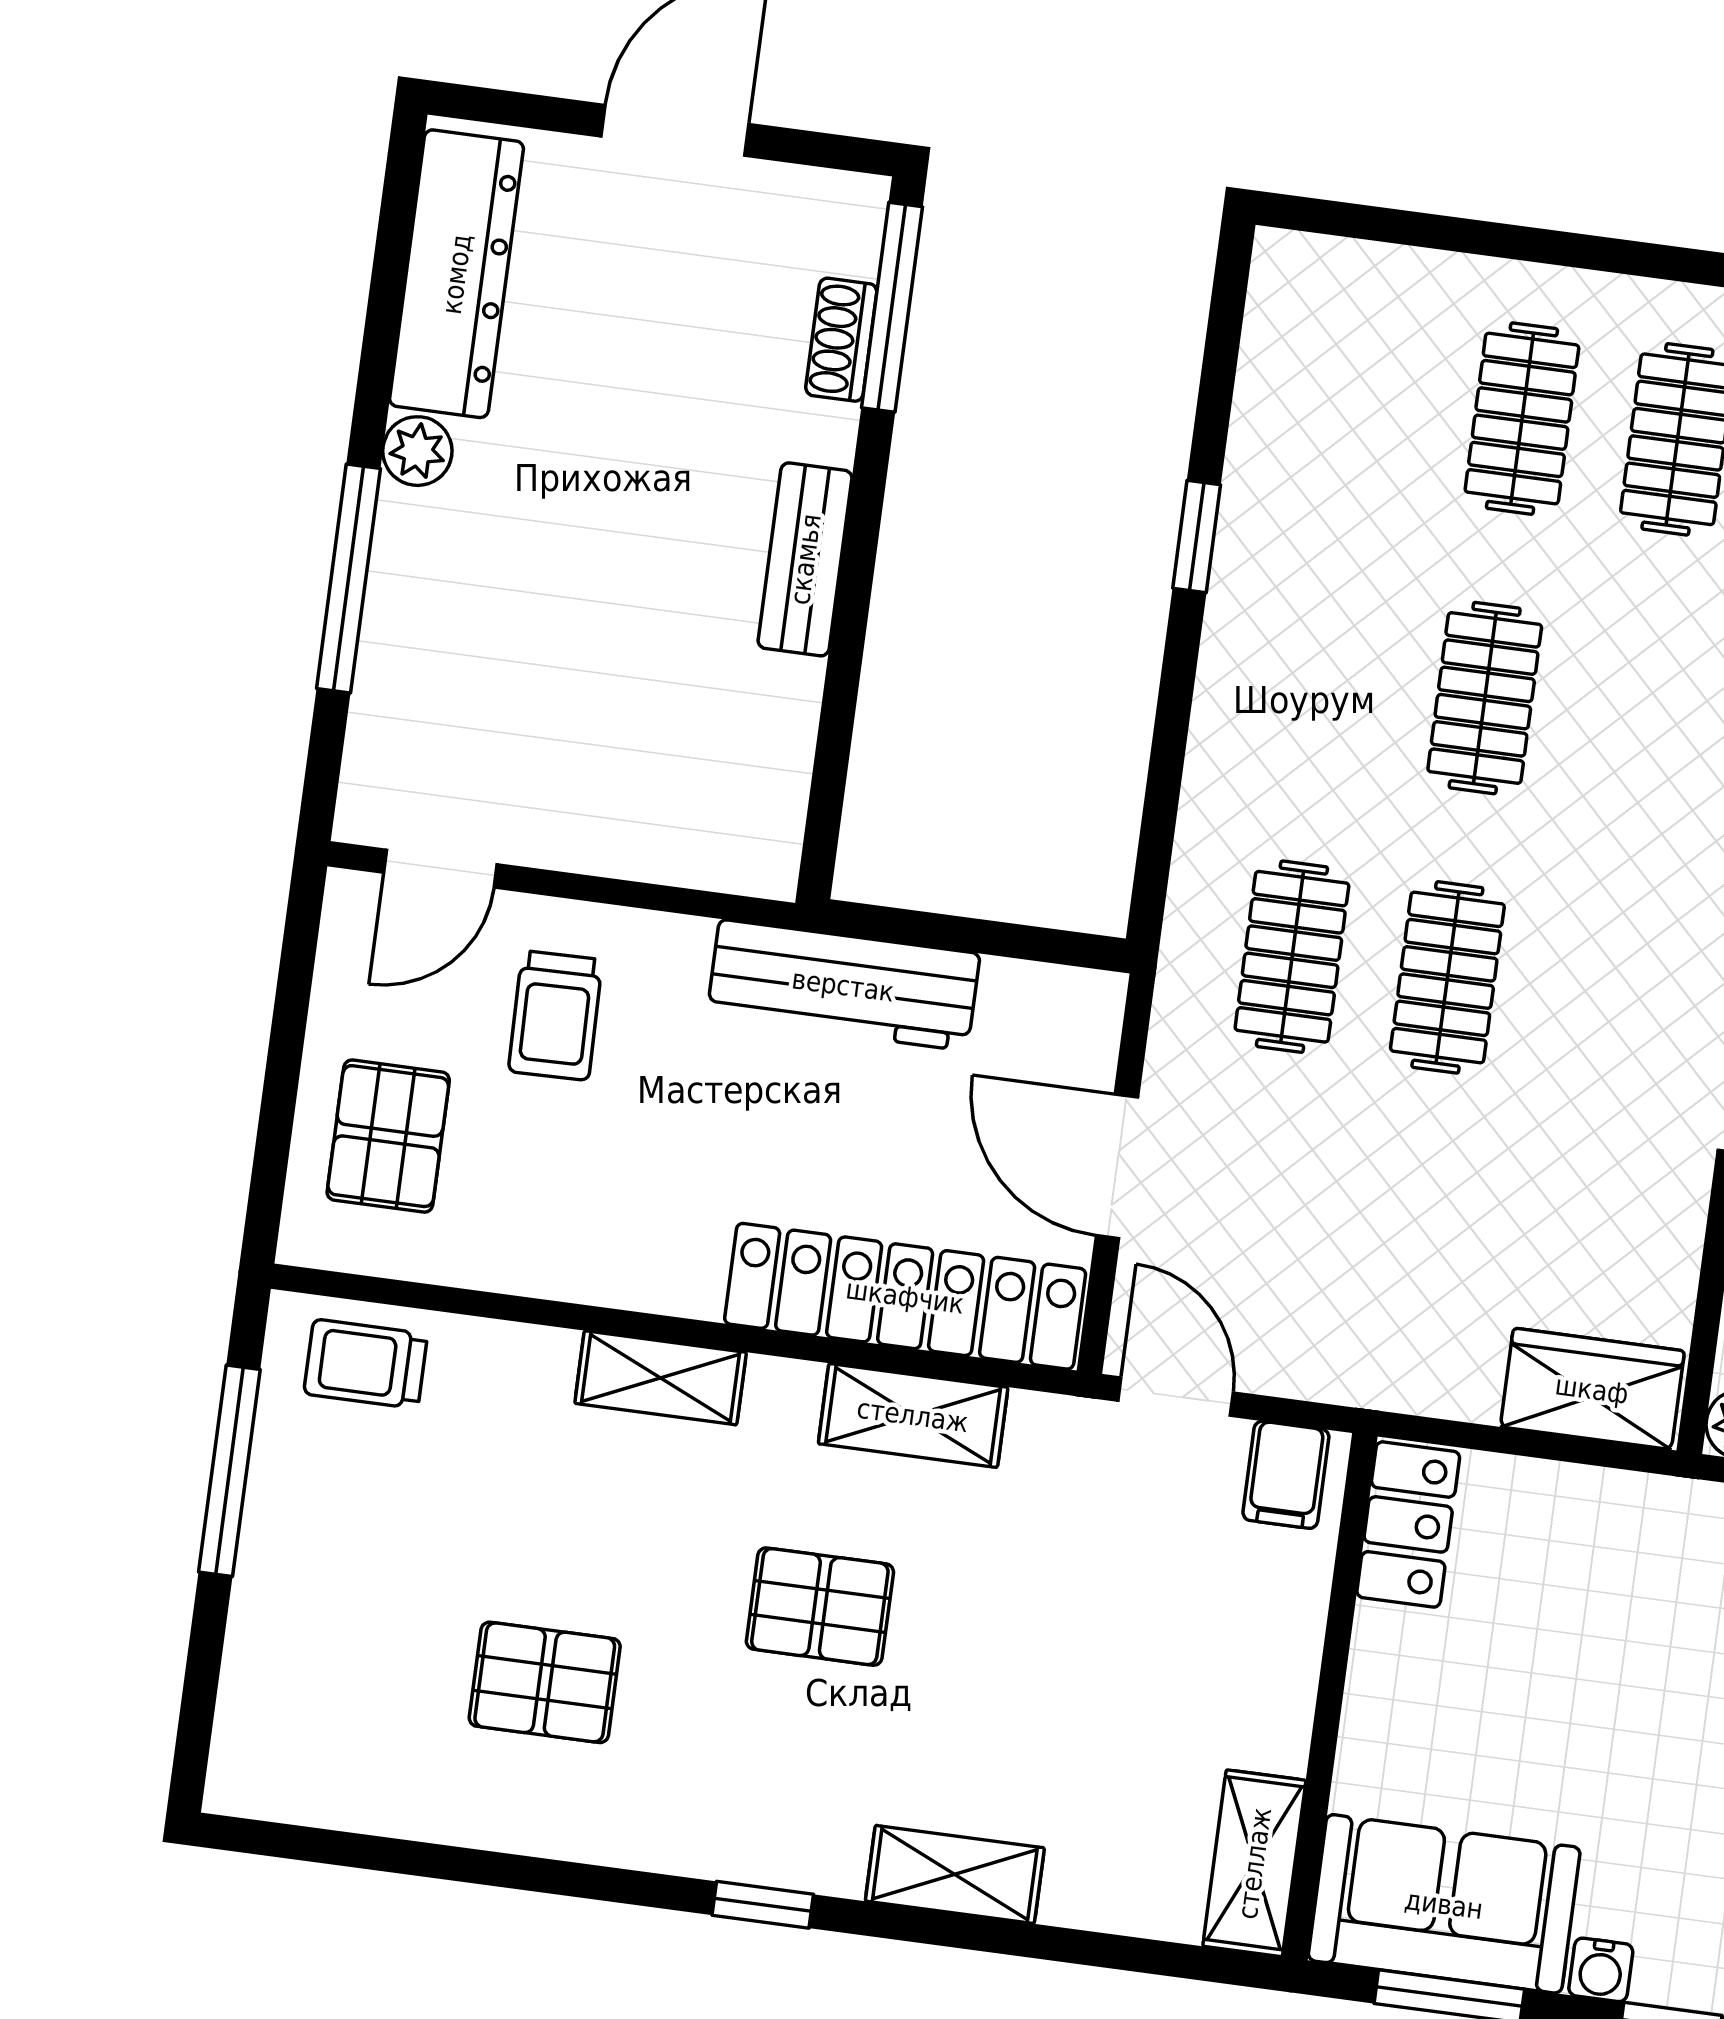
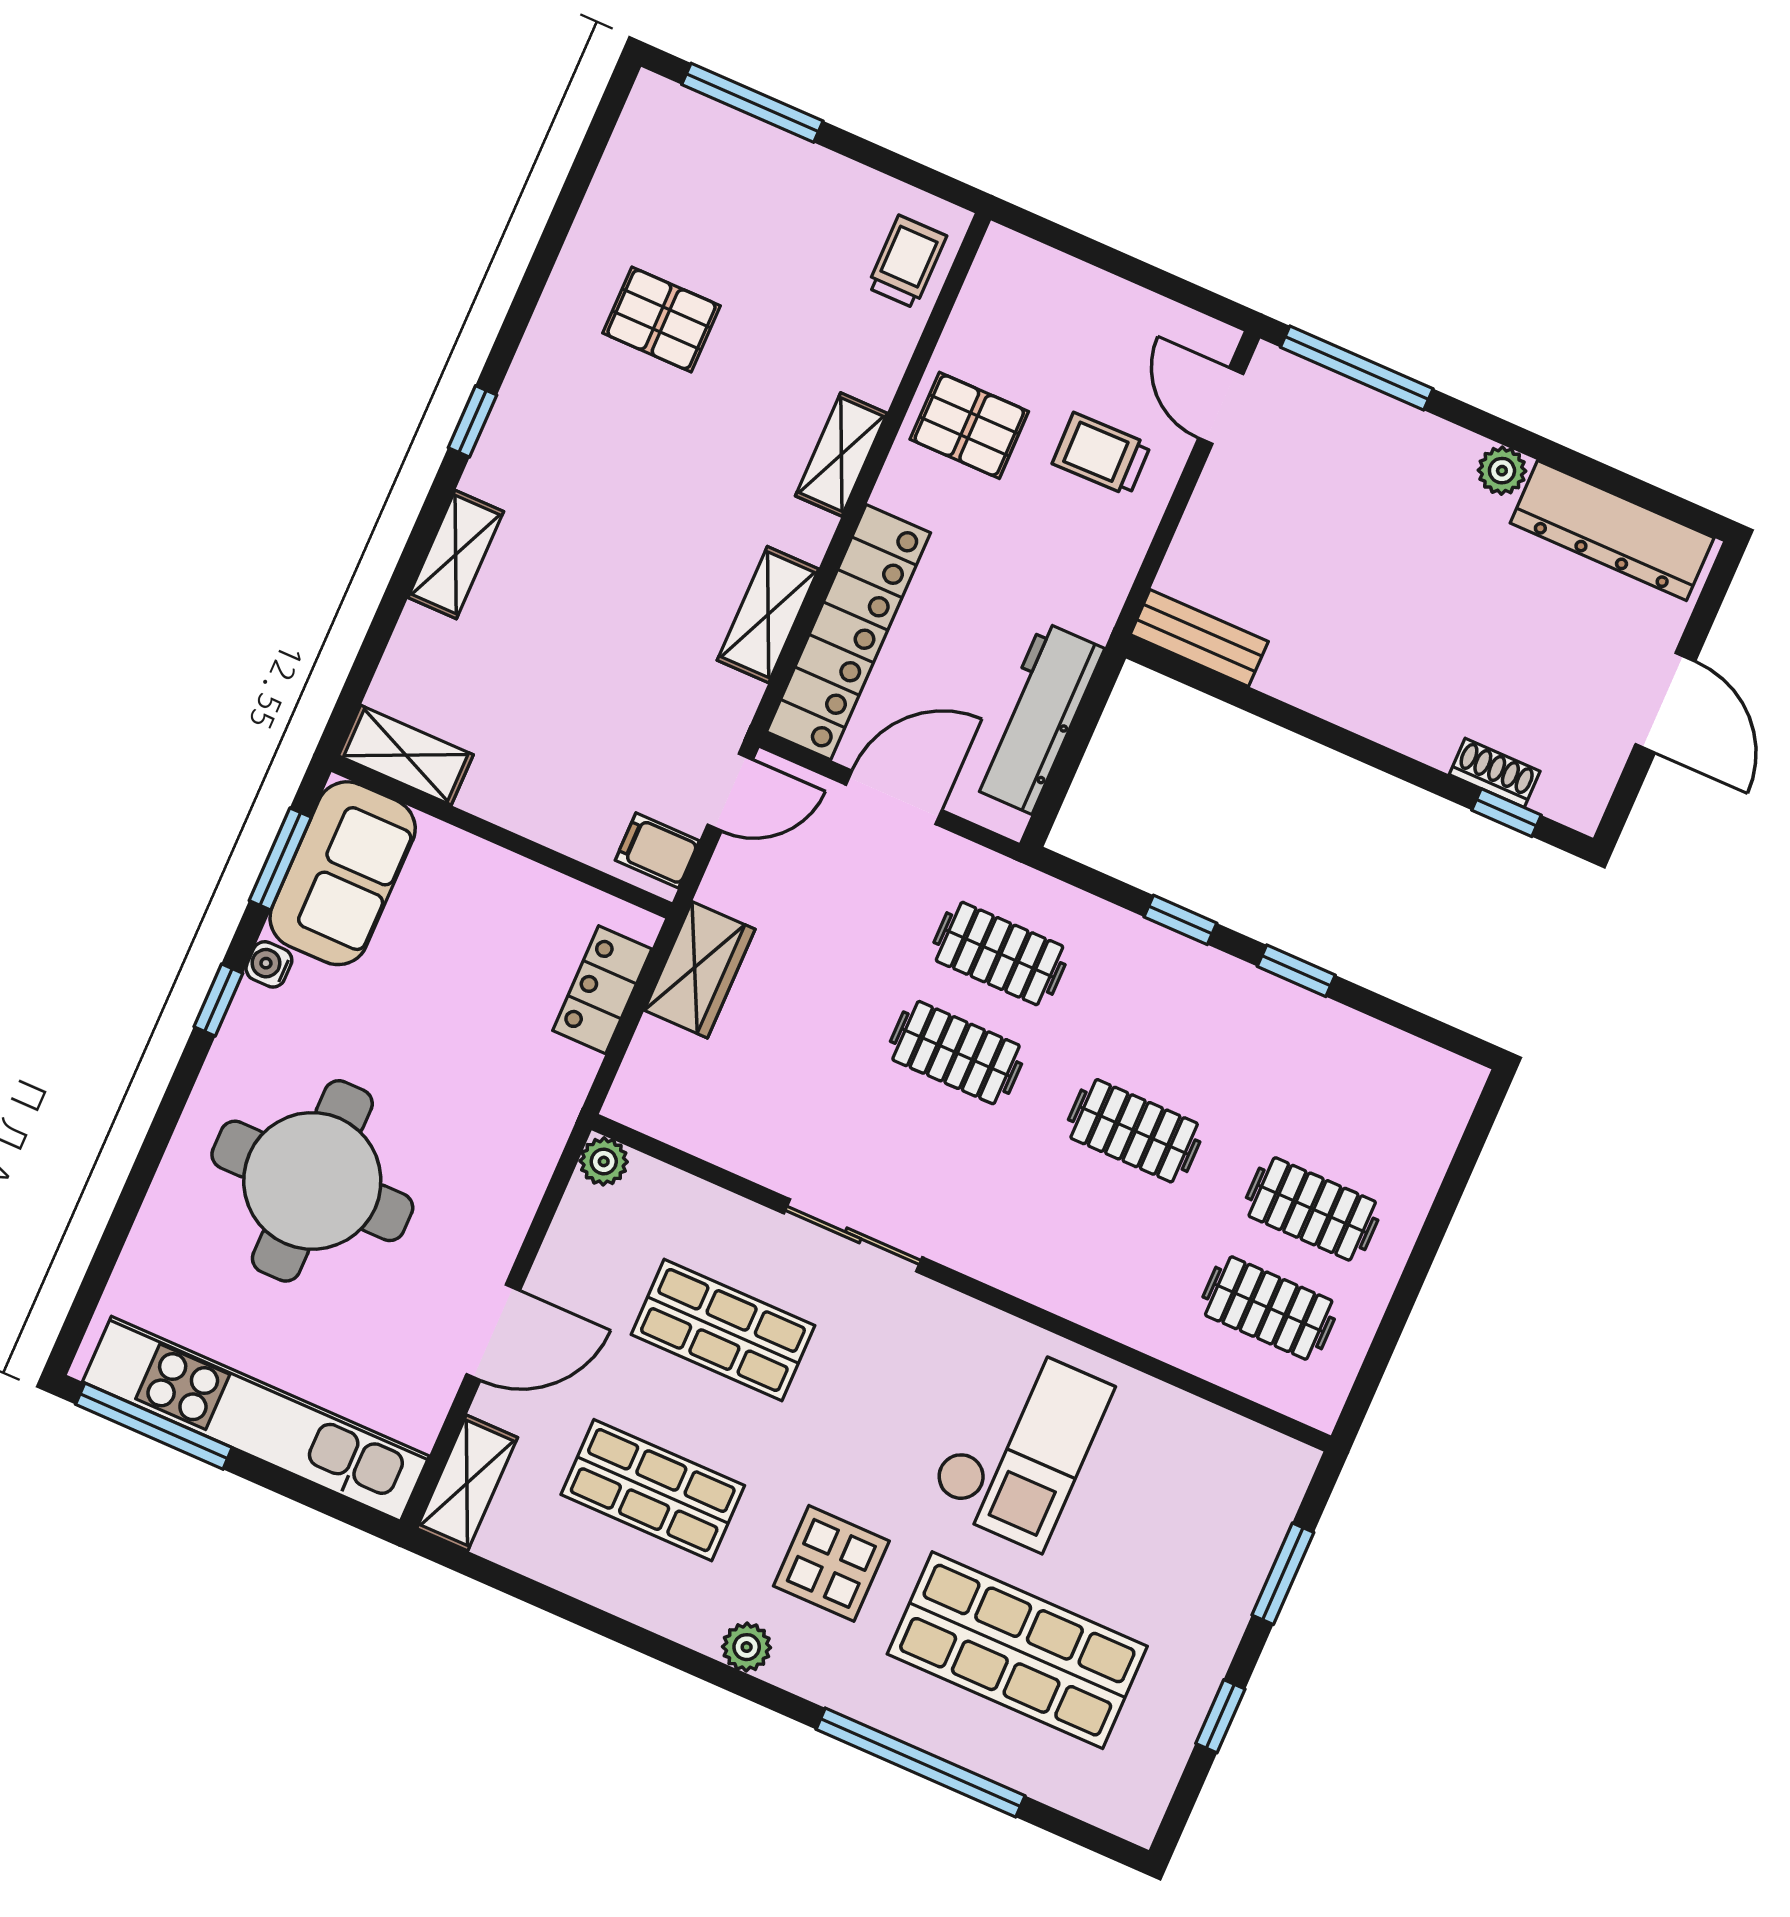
window: (892, 307) -> (1507, 813), width x0.46
bench: (805, 559) -> (1199, 638), moved
window: (348, 578) -> (1357, 368), moved
window: (1172, 718) -> (1180, 920), added
workbench: (843, 985) -> (1037, 718), moved
pallet: (388, 1136) -> (969, 425), moved
wardrobe: (1592, 1389) -> (700, 970), moved
window: (229, 1471) -> (752, 103), moved
locker: (1408, 1524) -> (602, 990), moved, turned 90
pallet: (820, 1607) -> (659, 516), removed
pallet: (545, 1682) -> (661, 319), turned 90

